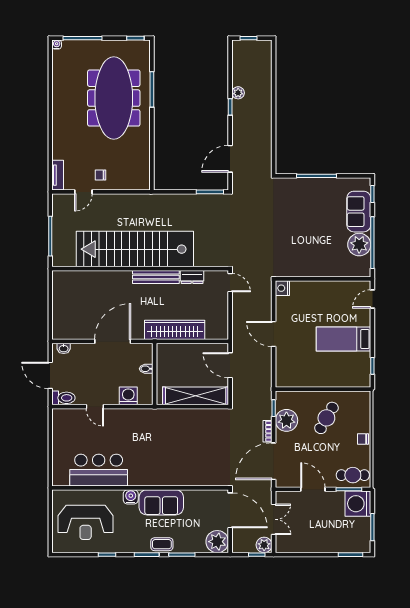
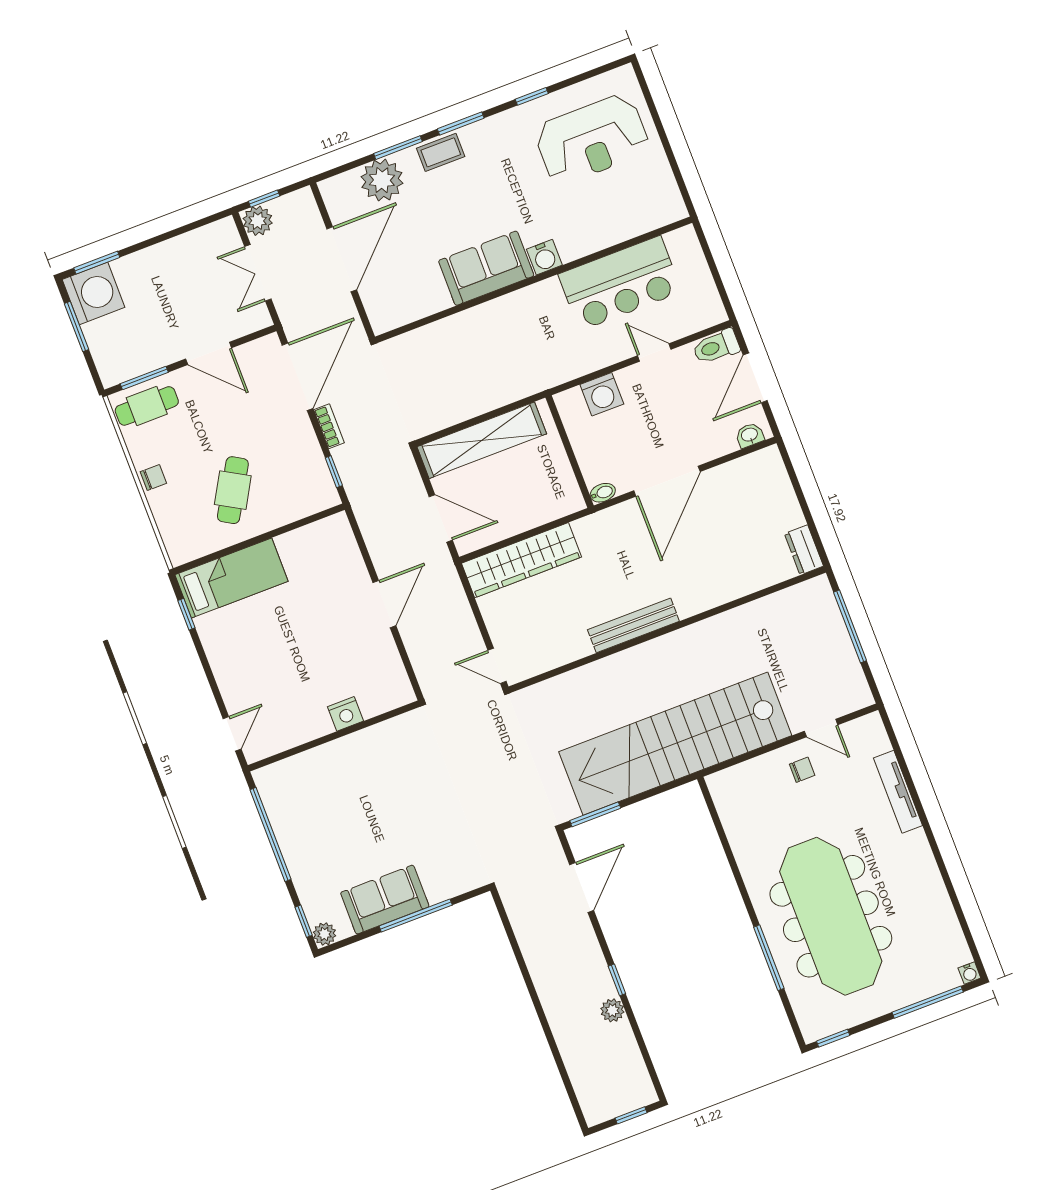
tv unit: (58, 175) -> (898, 792), moved, width x1.41
door: (83, 192) -> (821, 728), swing flipped
sofa: (359, 212) -> (385, 900), moved, turned -90
plant: (359, 245) -> (324, 934), moved, width x0.53, depth x0.53
stairs: (135, 249) -> (675, 744), moved, turned 180
dresser: (192, 277) -> (804, 550), moved, turned -90
nightstand: (282, 288) -> (346, 714), moved, turned 90
wardrobe: (175, 330) -> (522, 560), moved
door: (274, 334) -> (384, 604), hinge flipped
bed: (344, 339) -> (232, 578), moved
bidet: (146, 369) -> (603, 493), moved
door: (50, 375) -> (755, 378), swing flipped
plant: (286, 420) -> (303, 458), removed
bar counter: (99, 470) -> (620, 283), moved
wall: (140, 488) -> (534, 280), moved
water cooler: (131, 497) -> (544, 257), moved
sofa: (161, 502) -> (486, 268), moved
washing machine: (358, 504) -> (93, 293), moved
door: (230, 510) -> (342, 259), swing flipped
reception desk: (86, 522) -> (592, 139), turned 180
plant: (217, 542) -> (382, 180), moved

